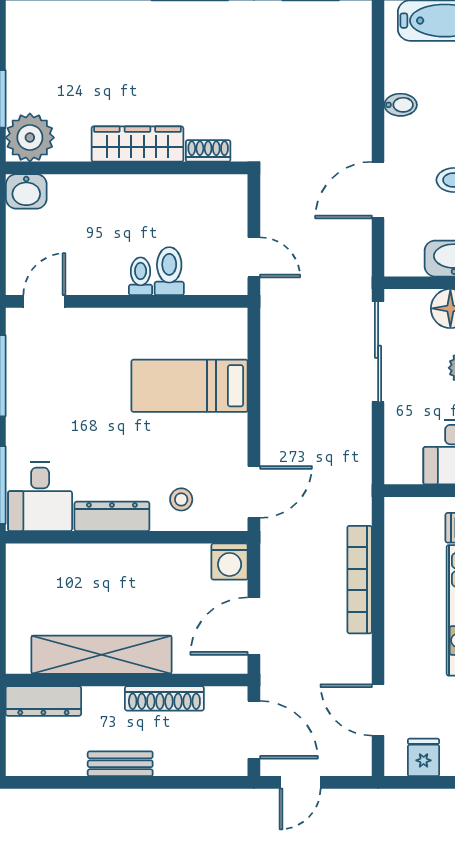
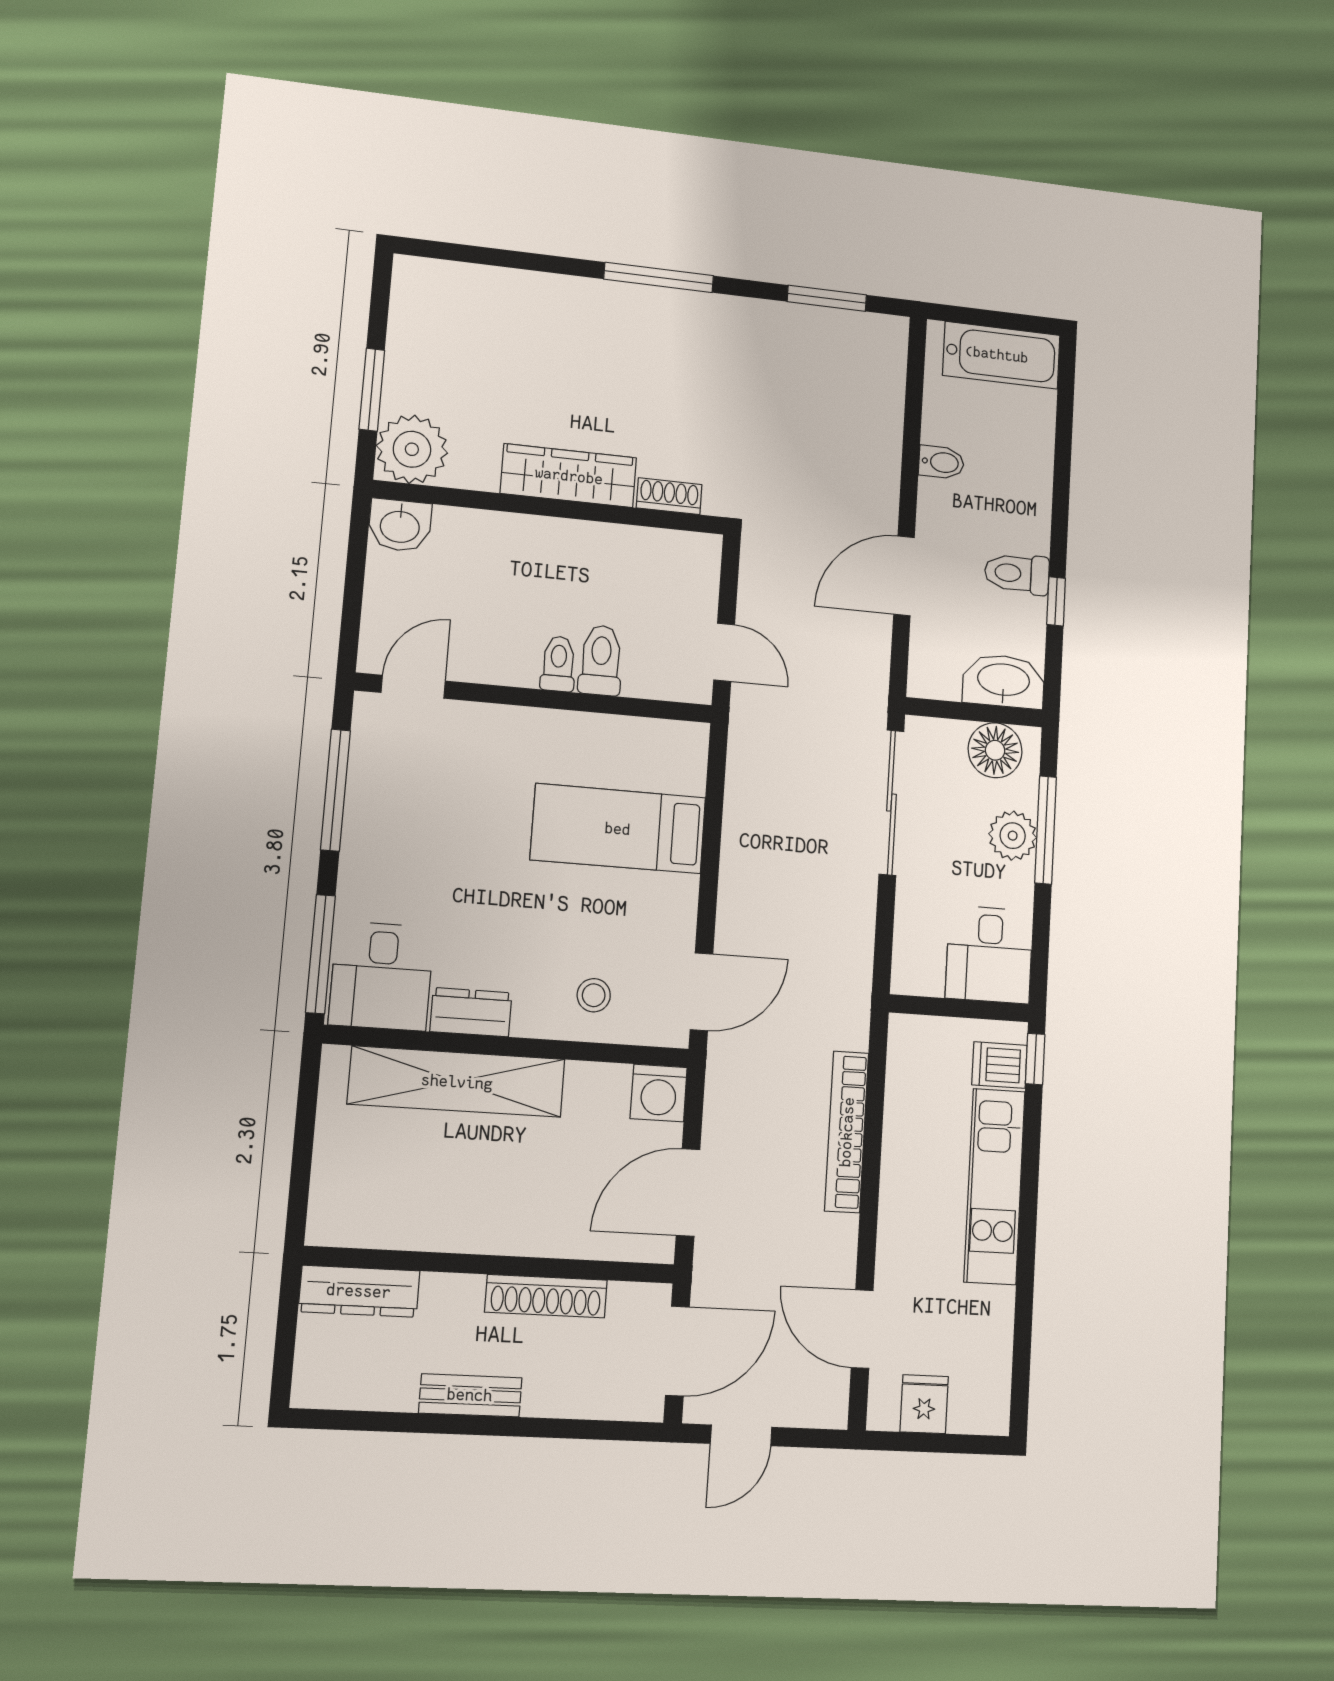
dresser: (112, 516) -> (471, 1012), width x0.70
shelving: (101, 655) -> (457, 1082), moved
door: (254, 730) -> (677, 1351), hinge flipped

